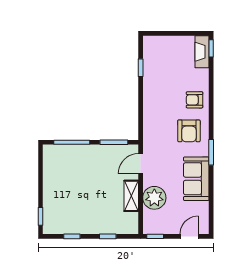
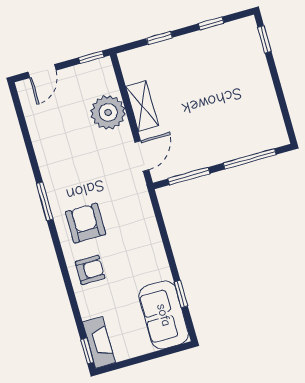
sofa: (196, 179) -> (164, 315), moved, turned 180

